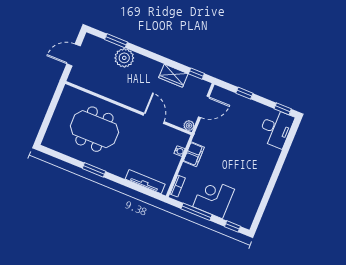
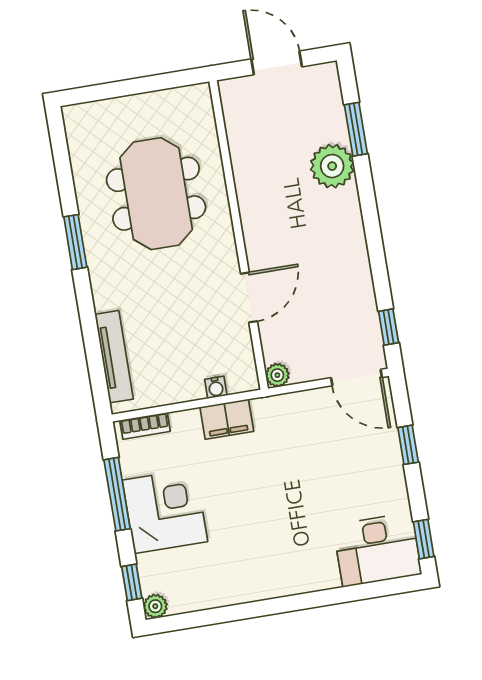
wardrobe: (173, 76) -> (357, 284), removed
door: (204, 107) -> (356, 378), moved
plant: (247, 223) -> (155, 606), added

